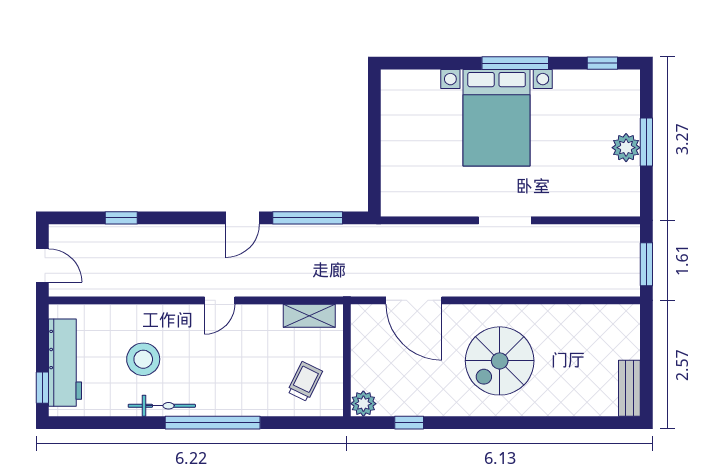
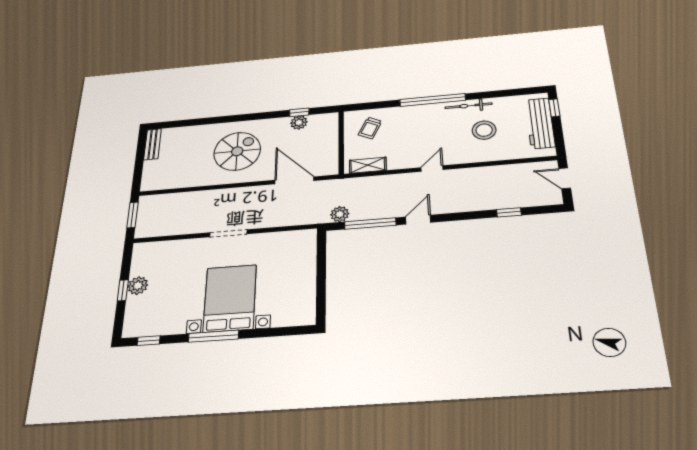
window: (646, 142) -> (123, 290), width x0.67
plant: (349, 237) -> (340, 214), added
plant: (363, 404) -> (299, 123), moved

